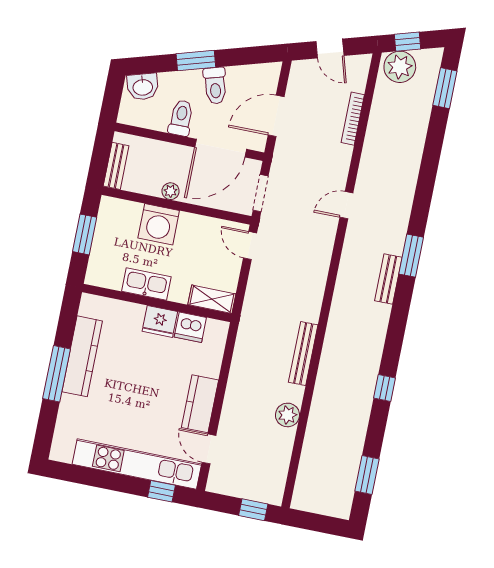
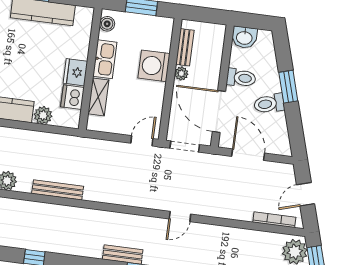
washbasin: (143, 87) -> (244, 37), moved, turned -74
bookcase: (353, 119) -> (274, 220), moved
bench: (116, 166) -> (185, 47), moved, turned 90
door: (346, 205) -> (180, 216), swing flipped
boiler: (103, 278) -> (107, 24), added
shelving: (212, 299) -> (98, 97), moved
plant: (210, 365) -> (43, 115), added

